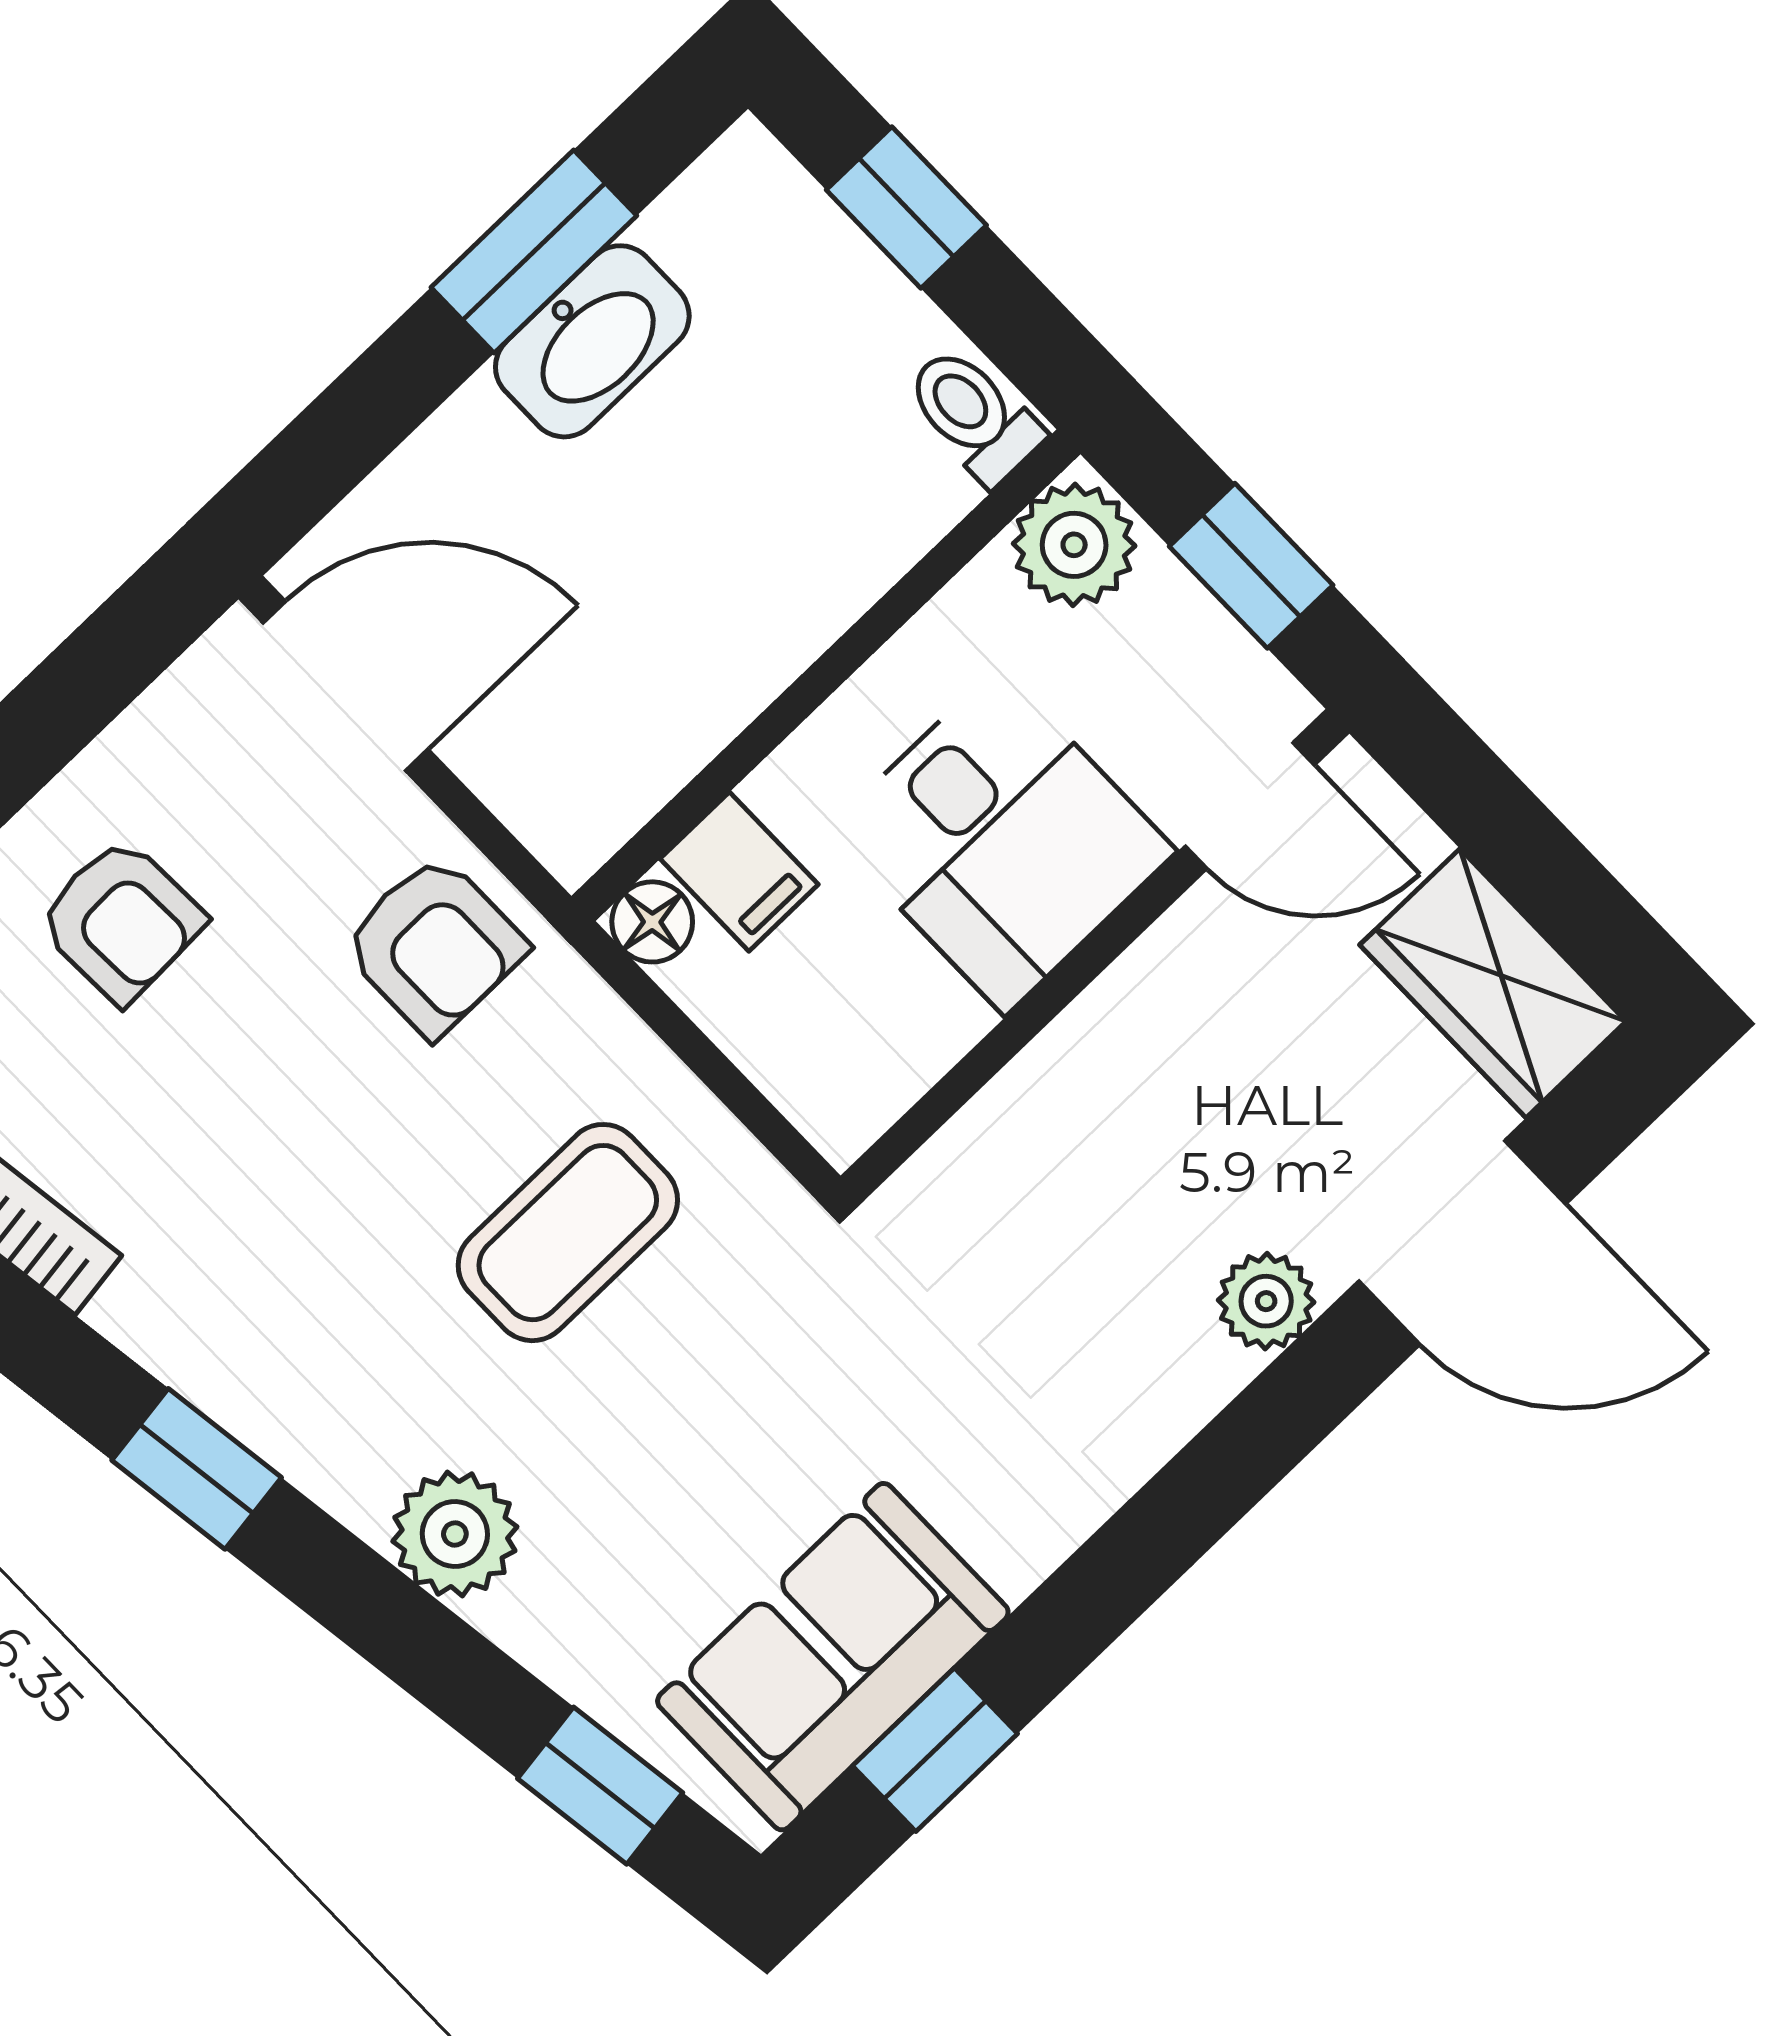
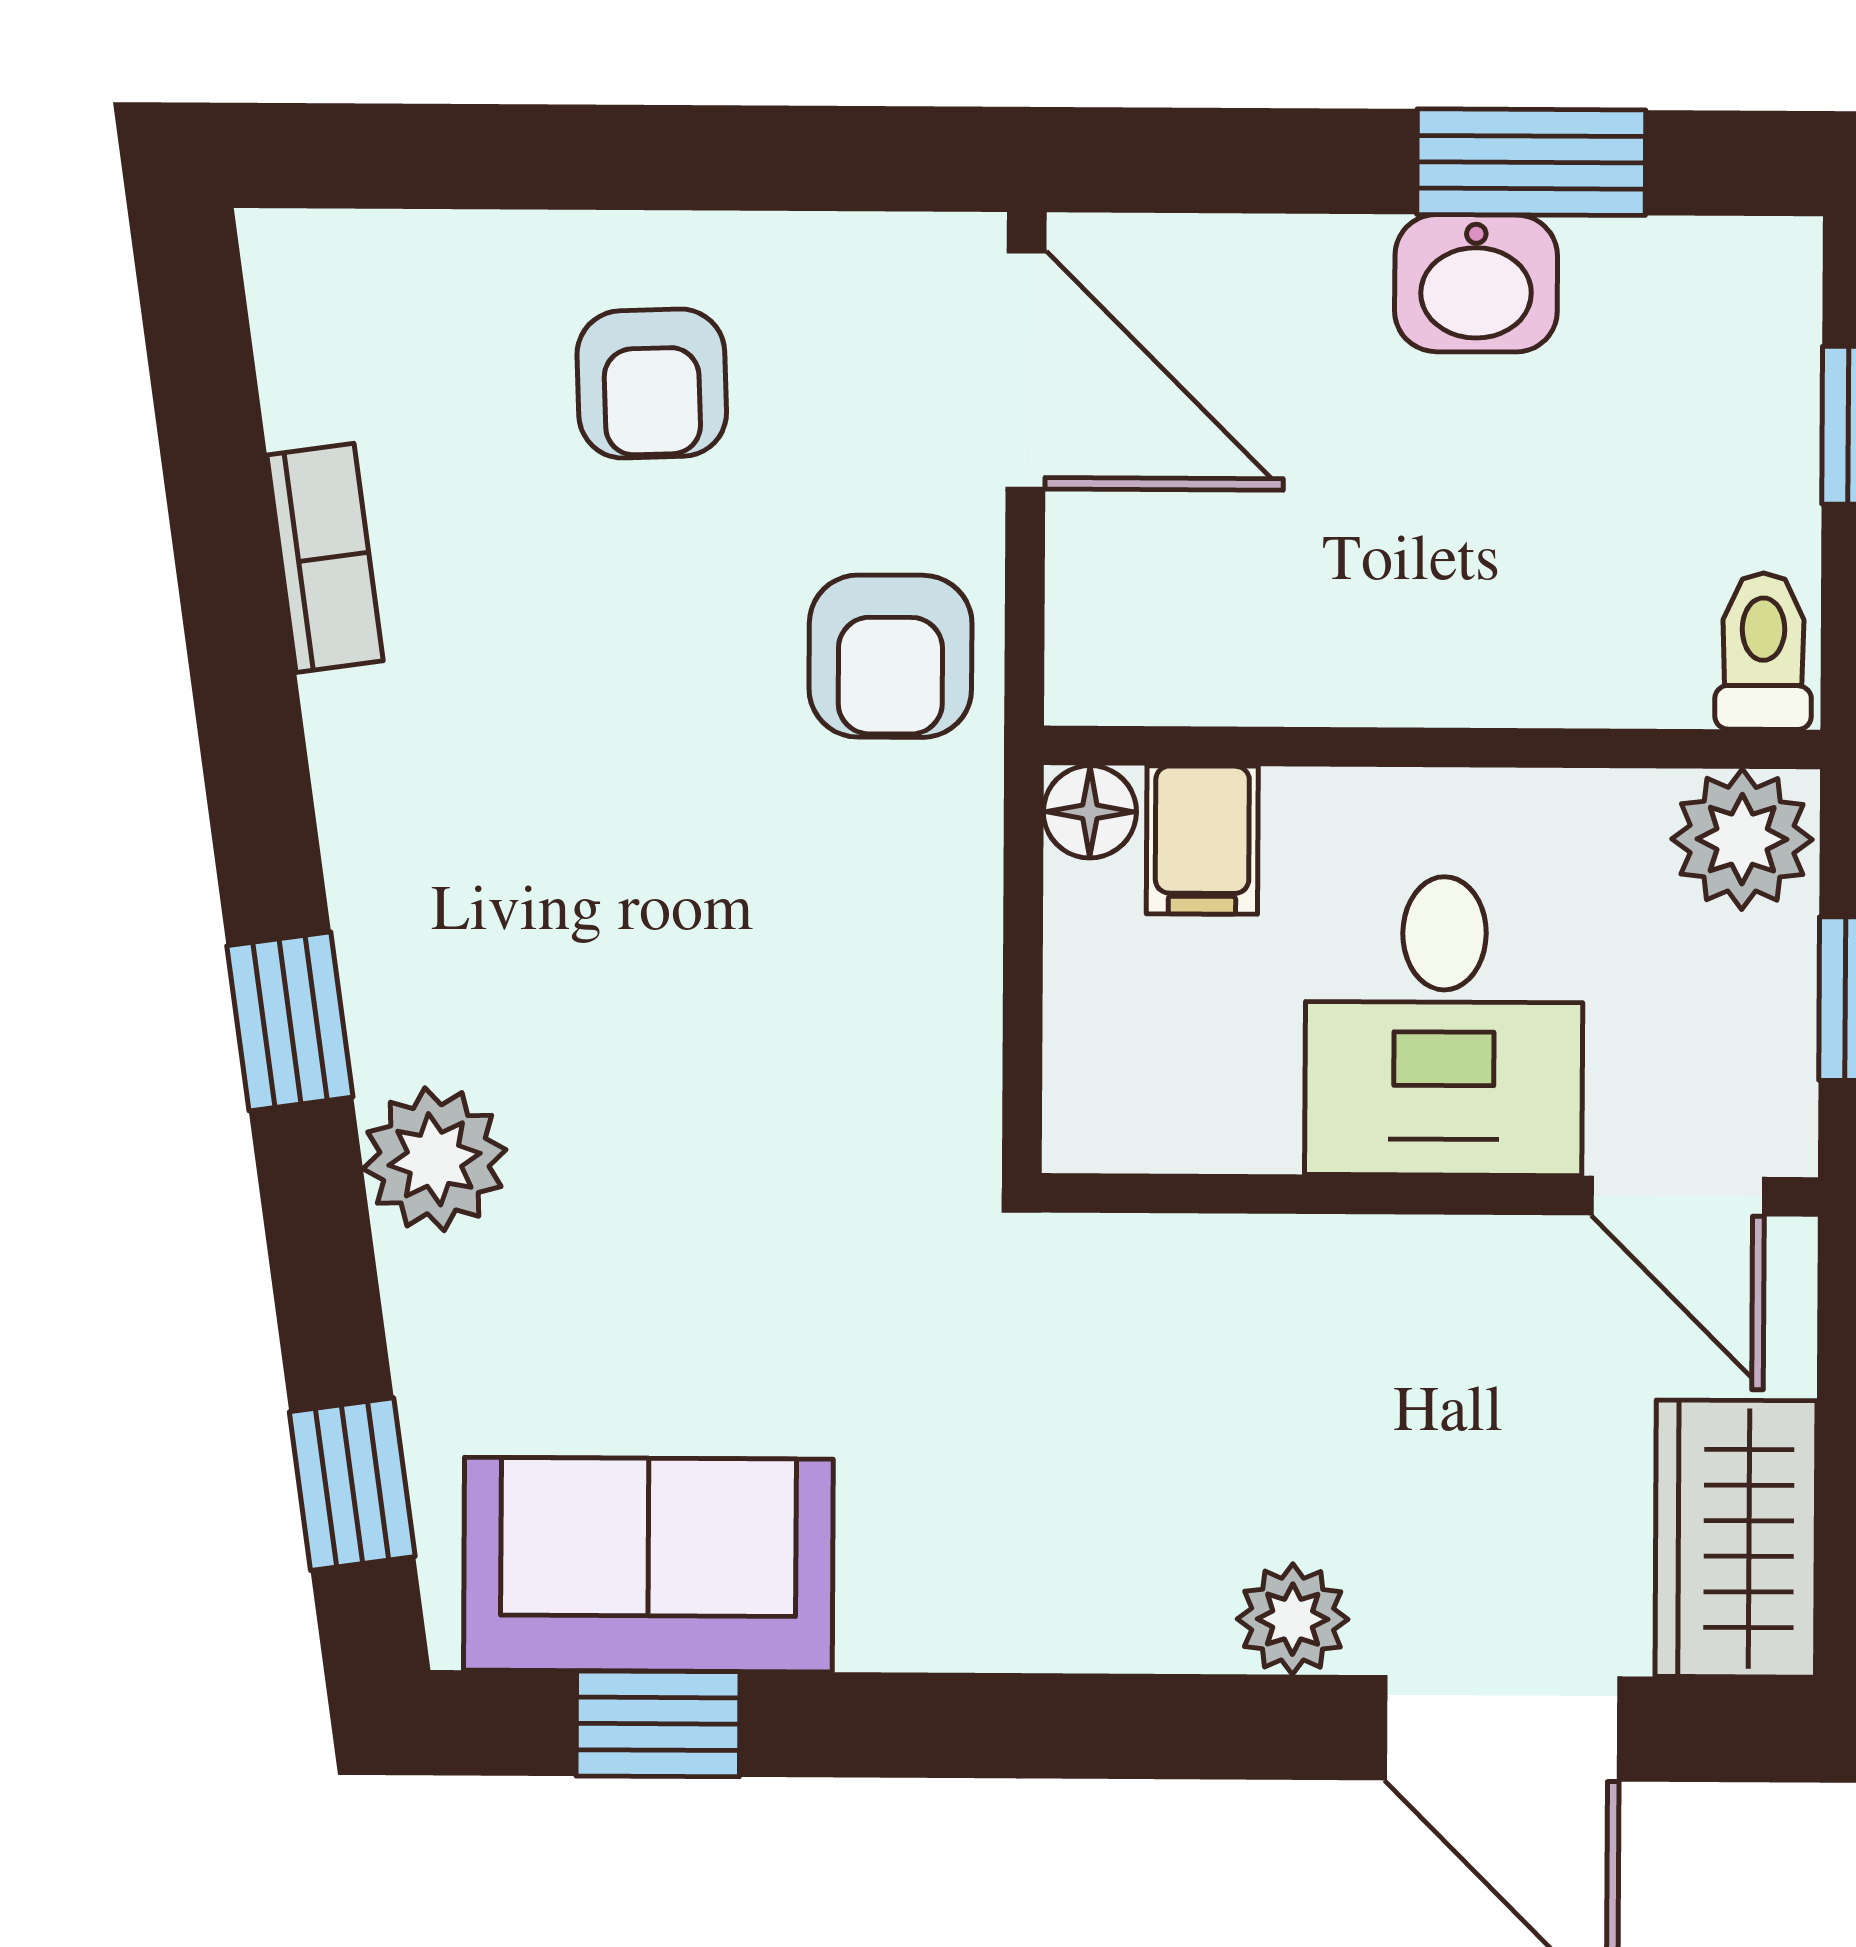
washbasin: (592, 341) -> (1476, 283), width x0.72
coffee table: (568, 1233) -> (770, 1001), removed
window: (197, 1469) -> (290, 1021), moved

